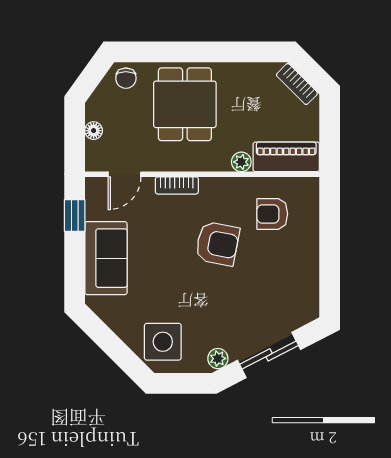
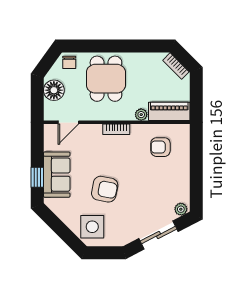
floor lamp: (94, 131) -> (54, 90), width x1.89, depth x1.89
bookcase: (177, 185) -> (116, 129), moved
window: (75, 215) -> (37, 177), moved
armchair: (217, 244) -> (105, 189), moved
plant: (218, 359) -> (181, 209), moved

